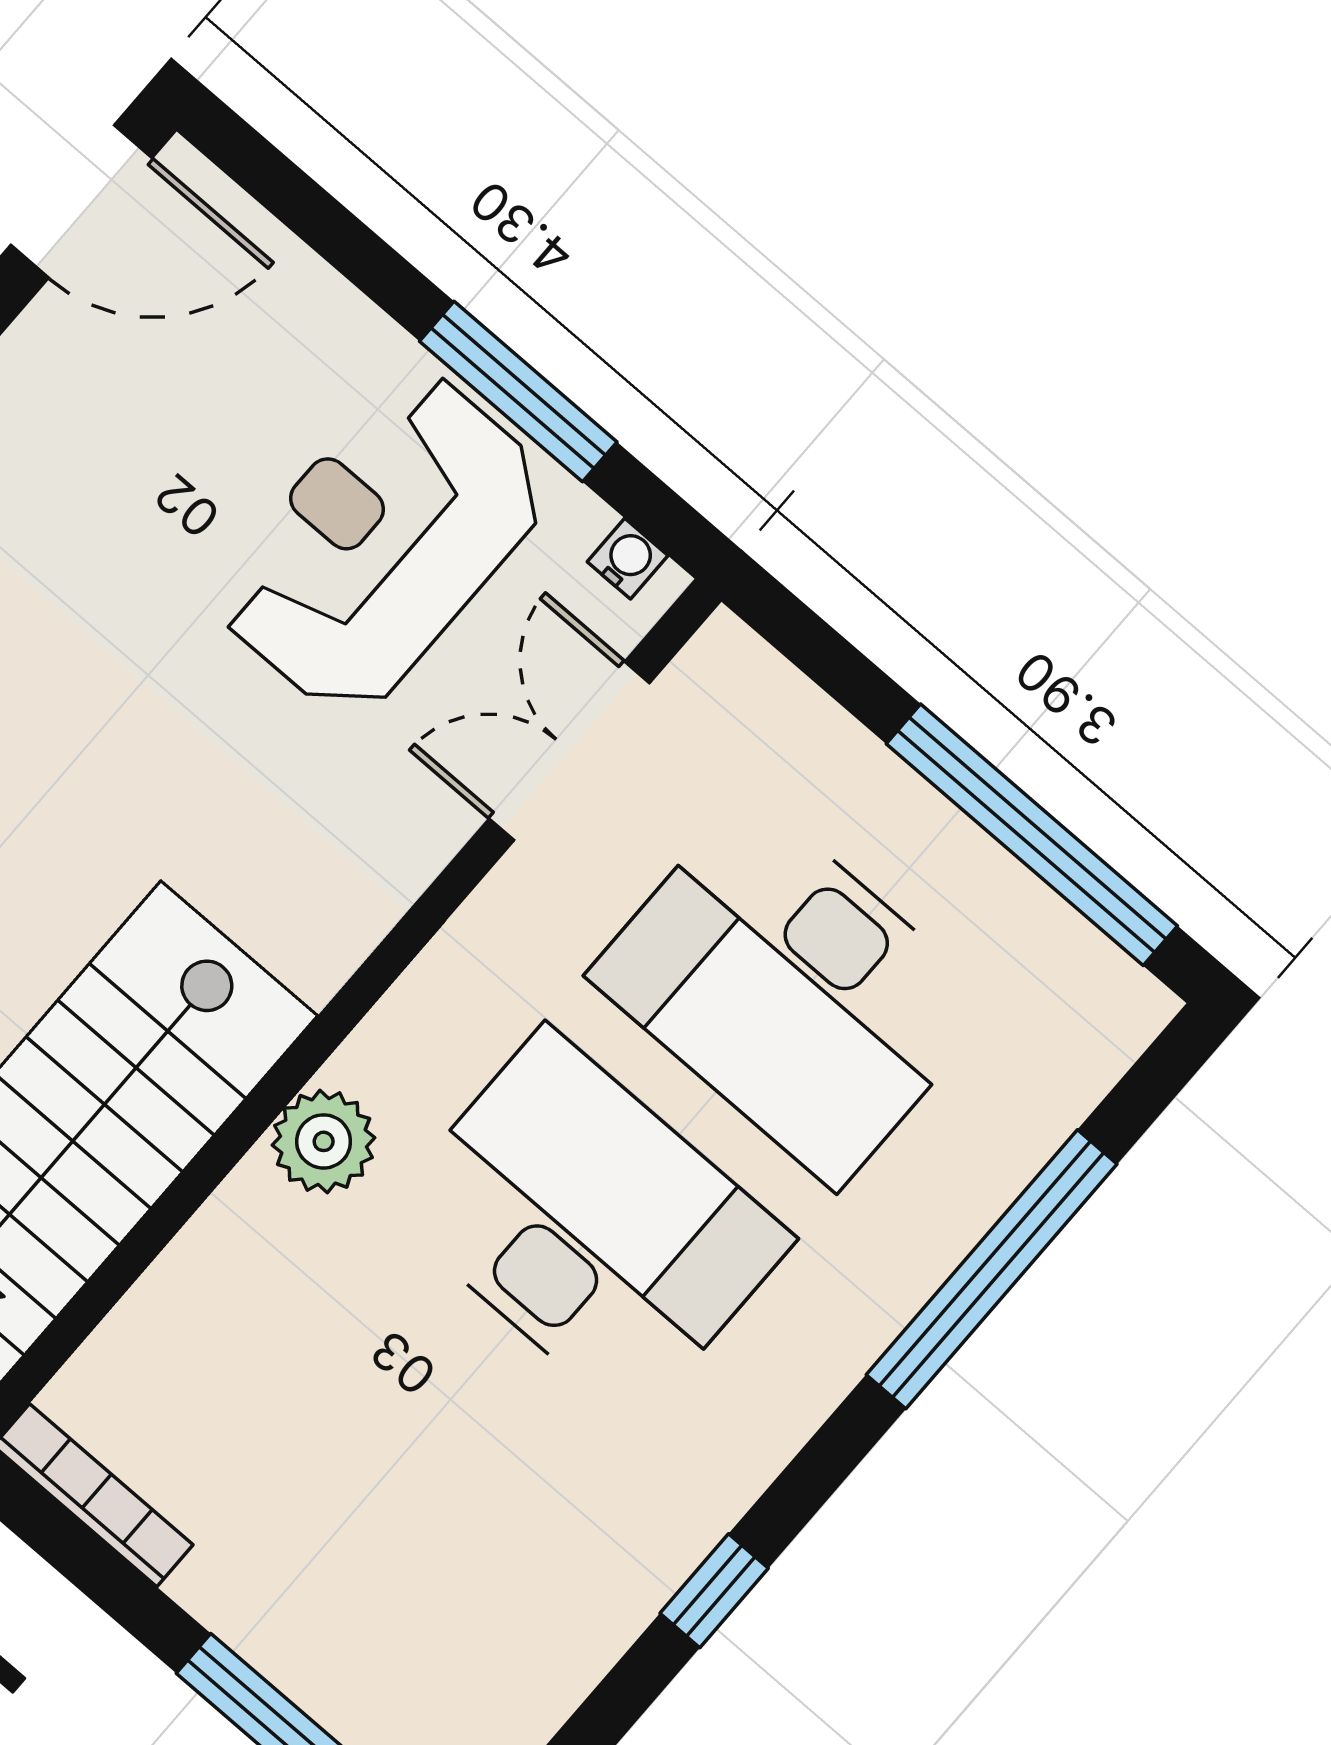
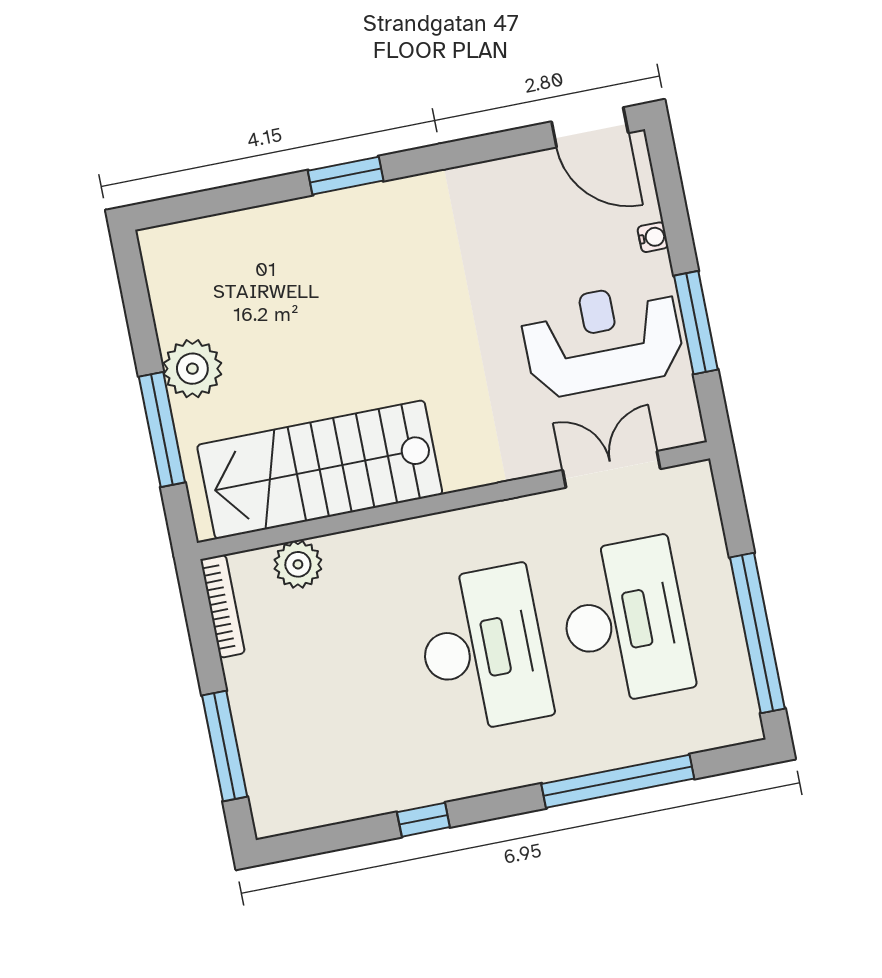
water cooler: (628, 559) -> (653, 237), moved
desk: (792, 990) -> (625, 621), turned 180
plant: (324, 1141) -> (298, 564), moved

